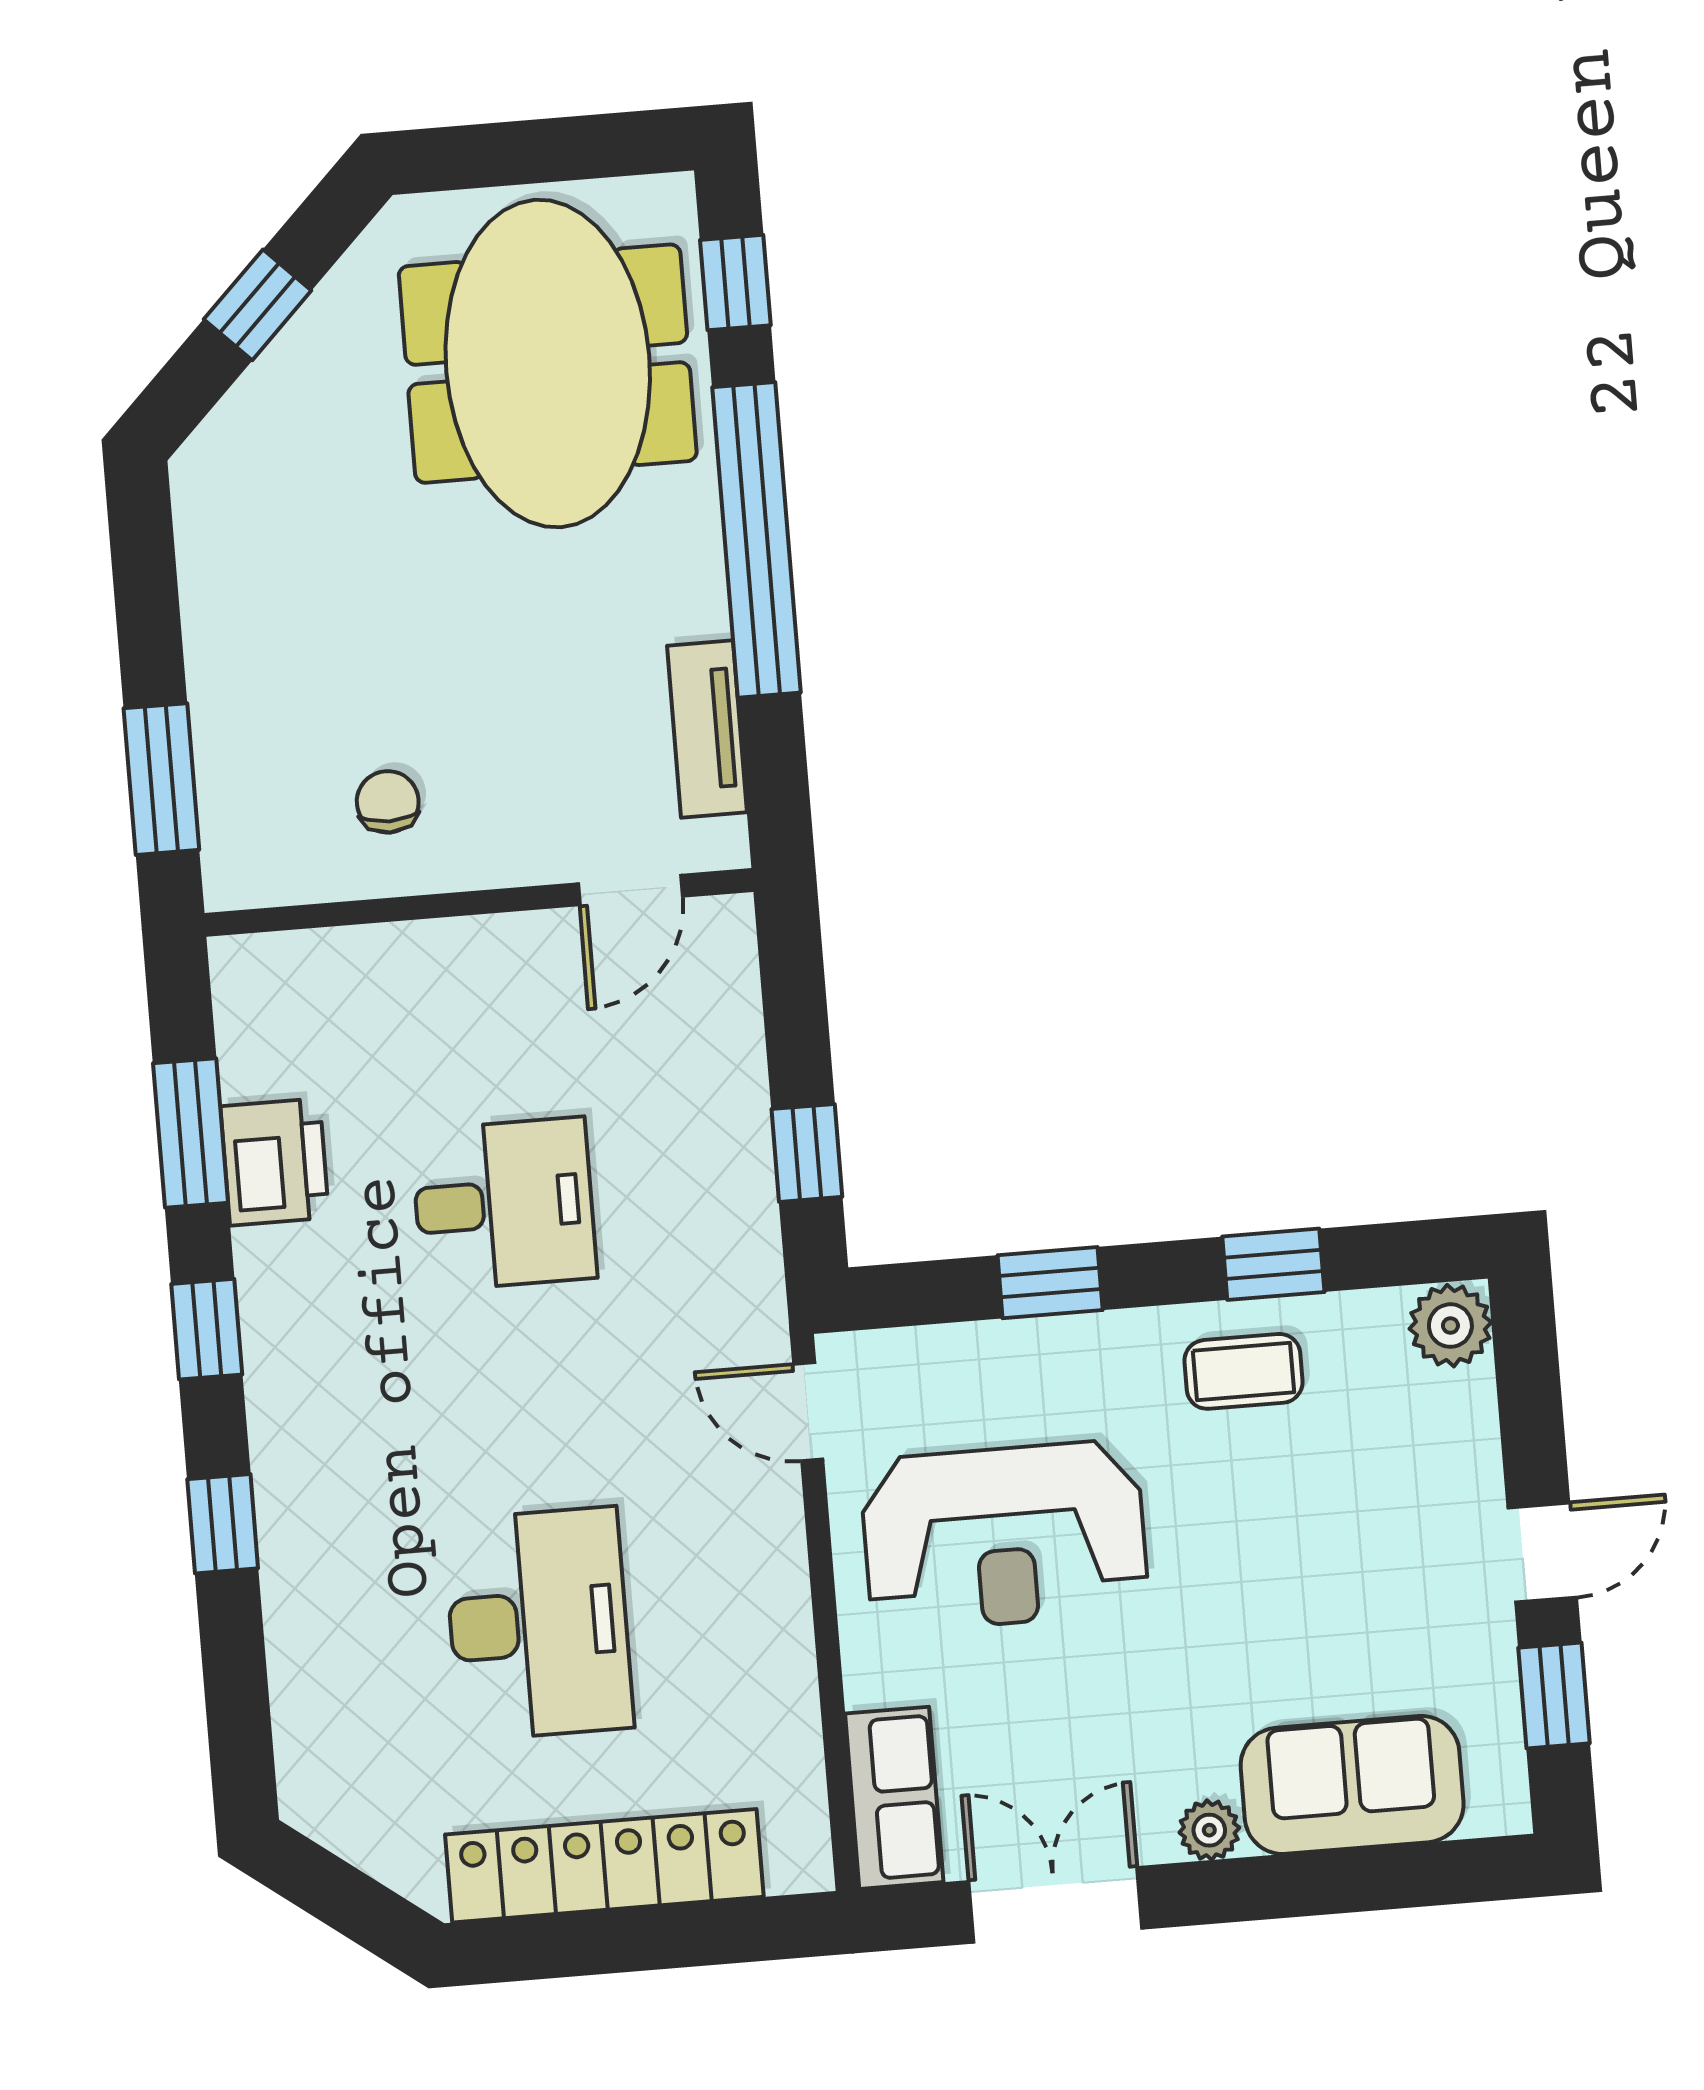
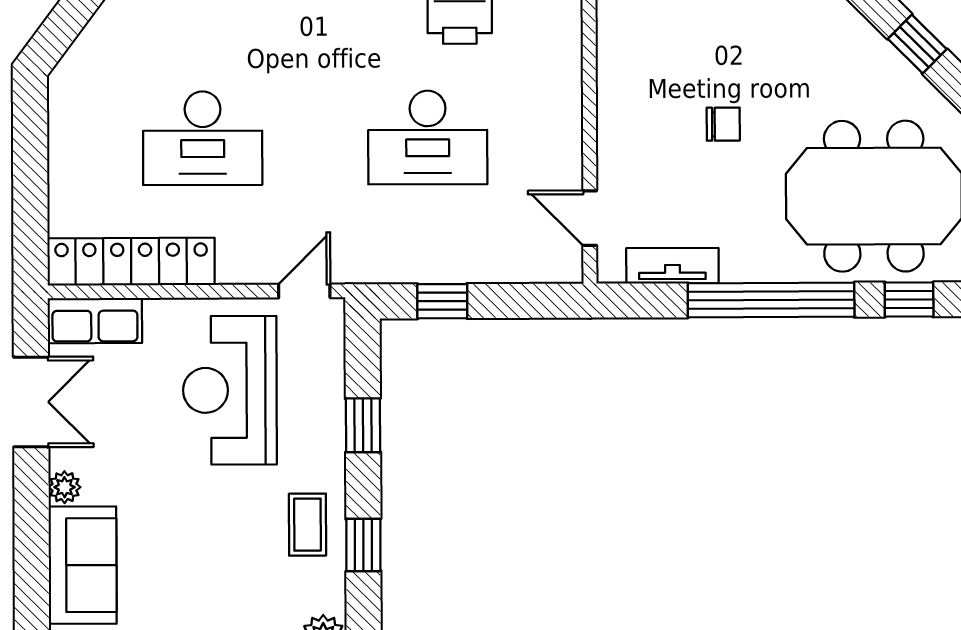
chair: (388, 802) -> (723, 124), moved
desk: (504, 1204) -> (428, 137), width x1.37
locker: (604, 1866) -> (131, 262), moved, turned -90

